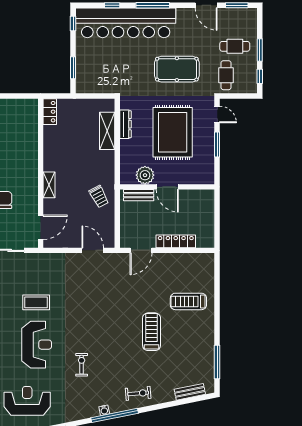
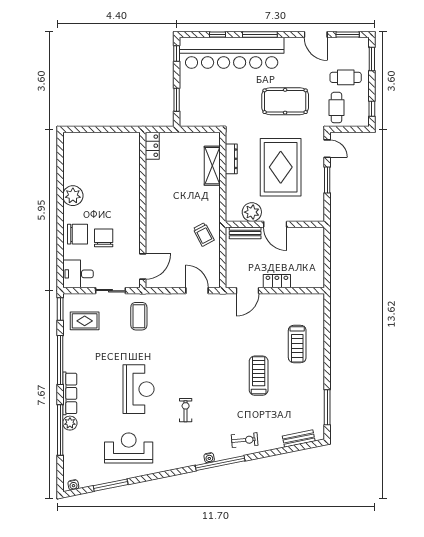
window: (260, 50) -> (372, 59), moved
shelving: (49, 185) -> (152, 222), removed
locker: (176, 241) -> (277, 281), width x0.66
treadmill: (188, 301) -> (297, 344), turned -90
coffee table: (36, 302) -> (139, 316), moved, turned 90

